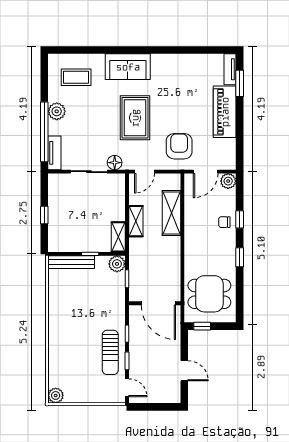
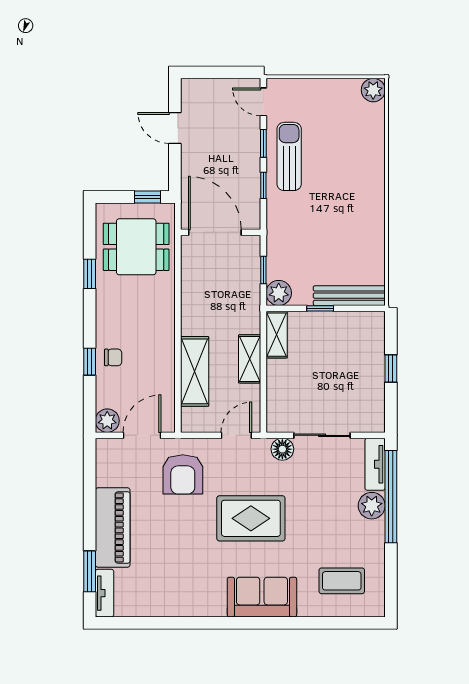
plant: (57, 111) -> (372, 506), moved
rug: (135, 118) -> (251, 518), turned 90
window: (240, 257) -> (90, 274), moved

